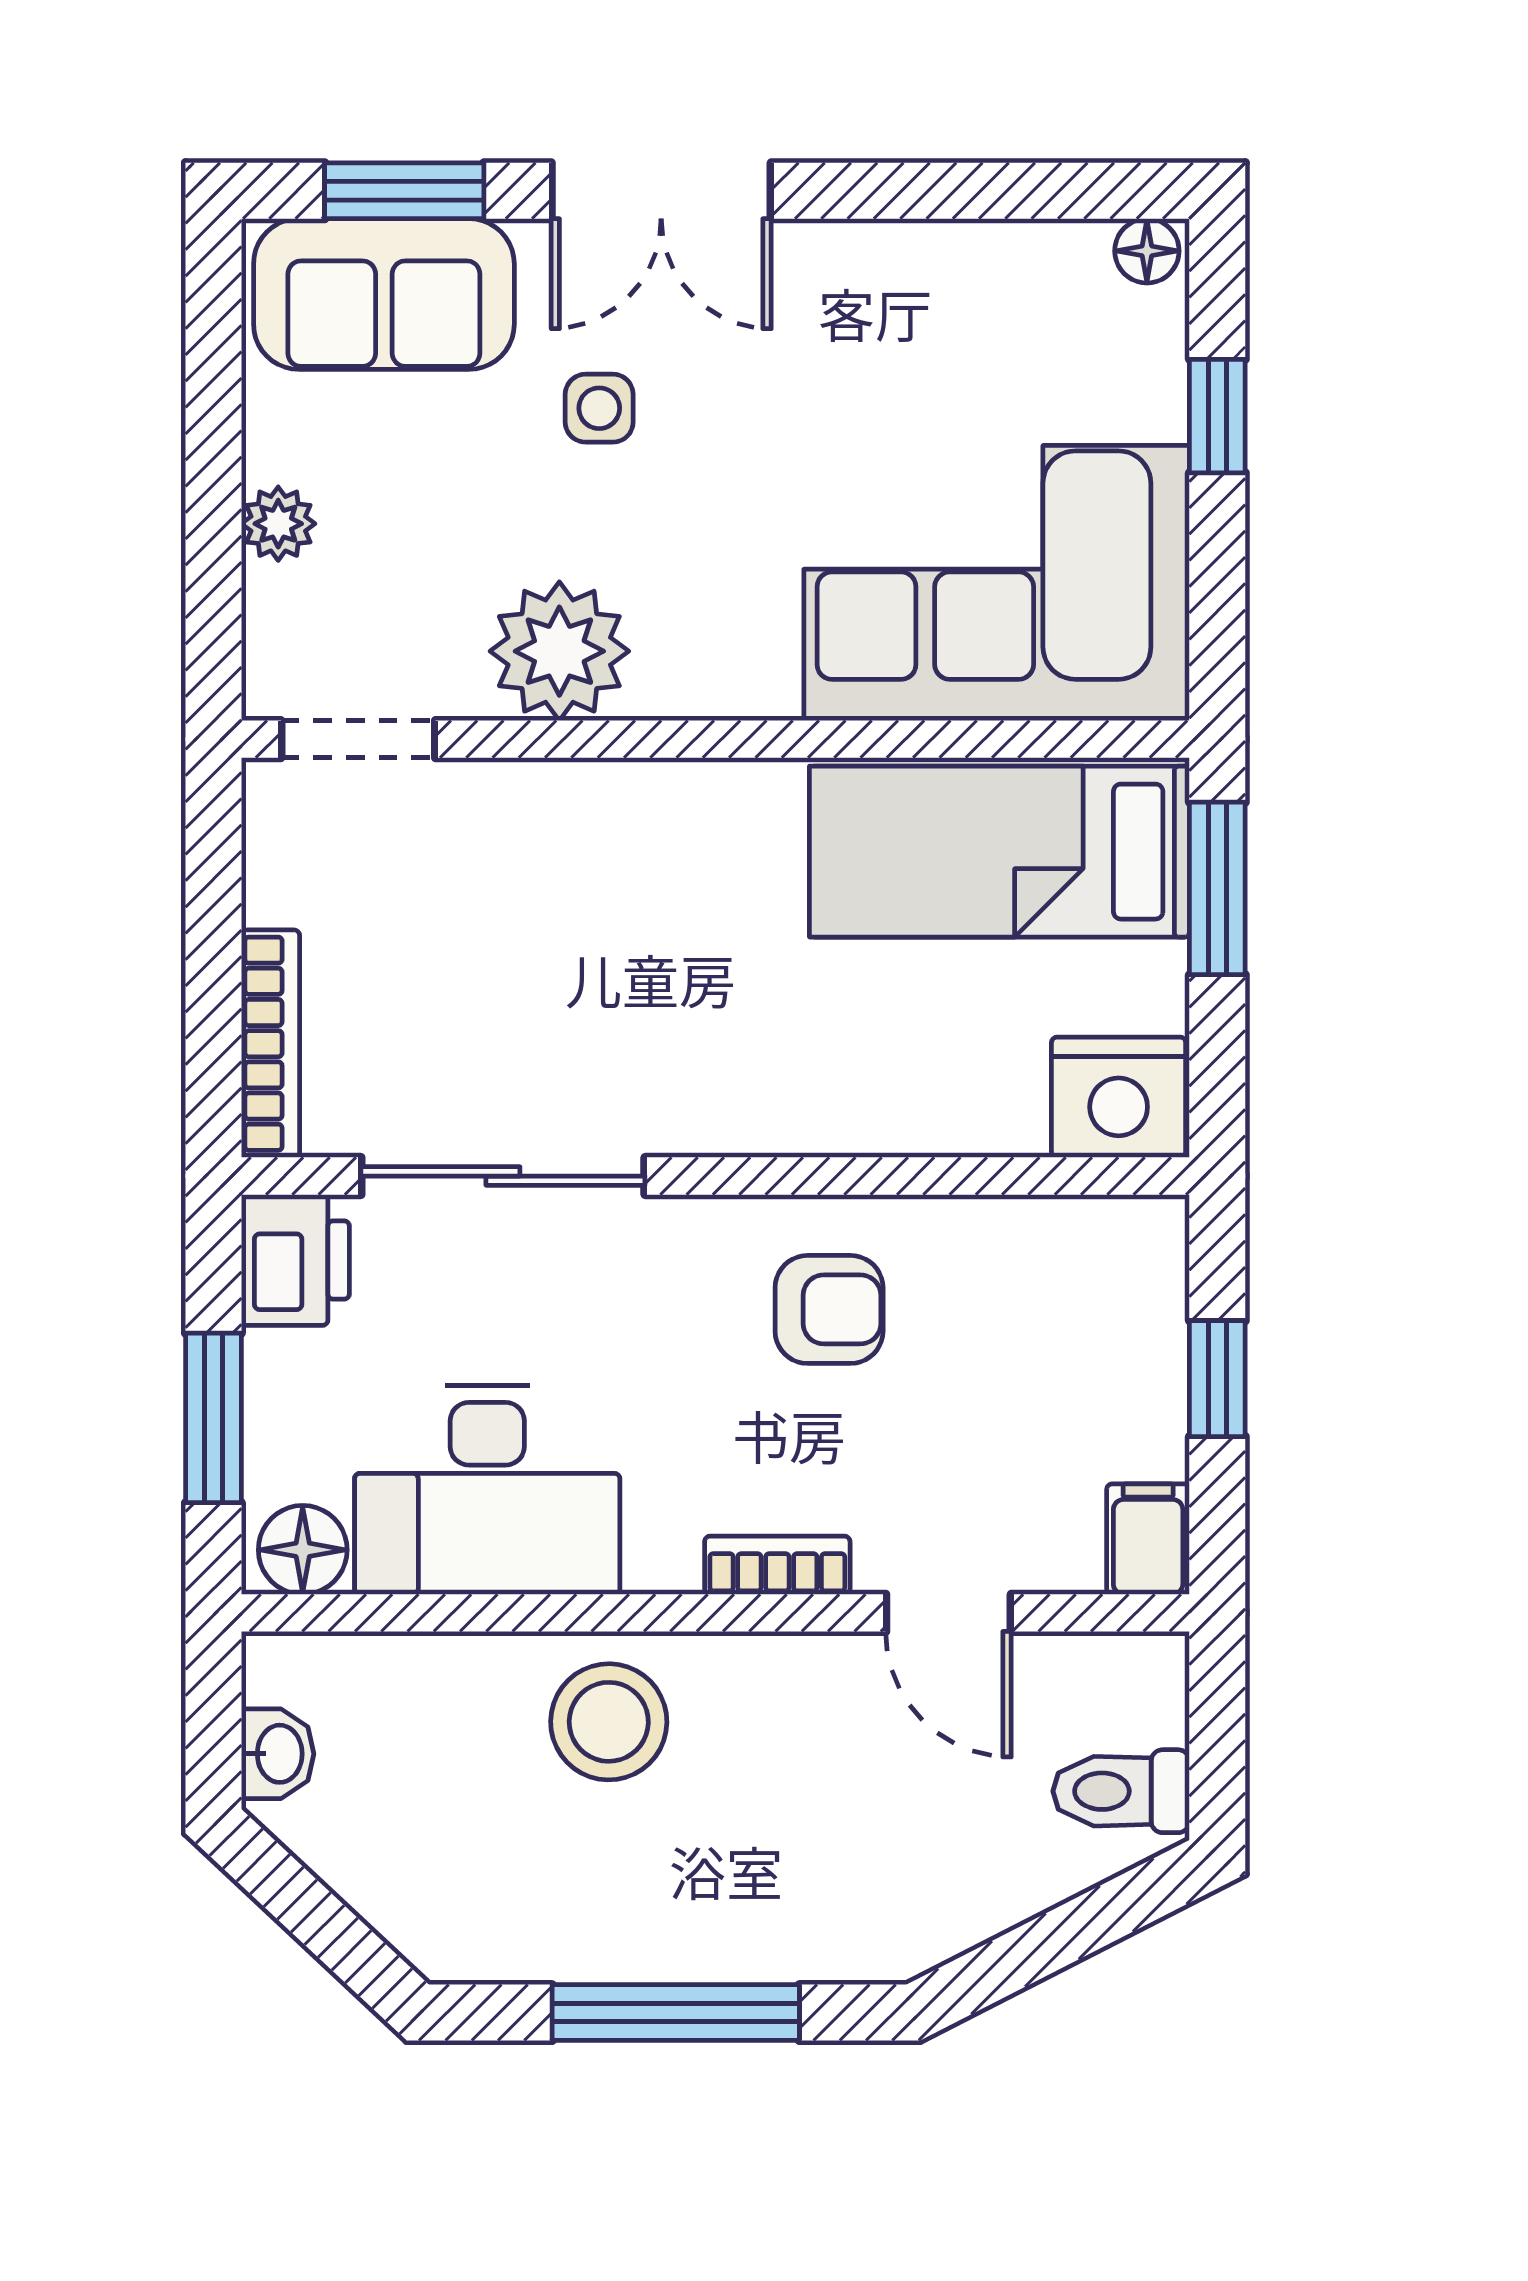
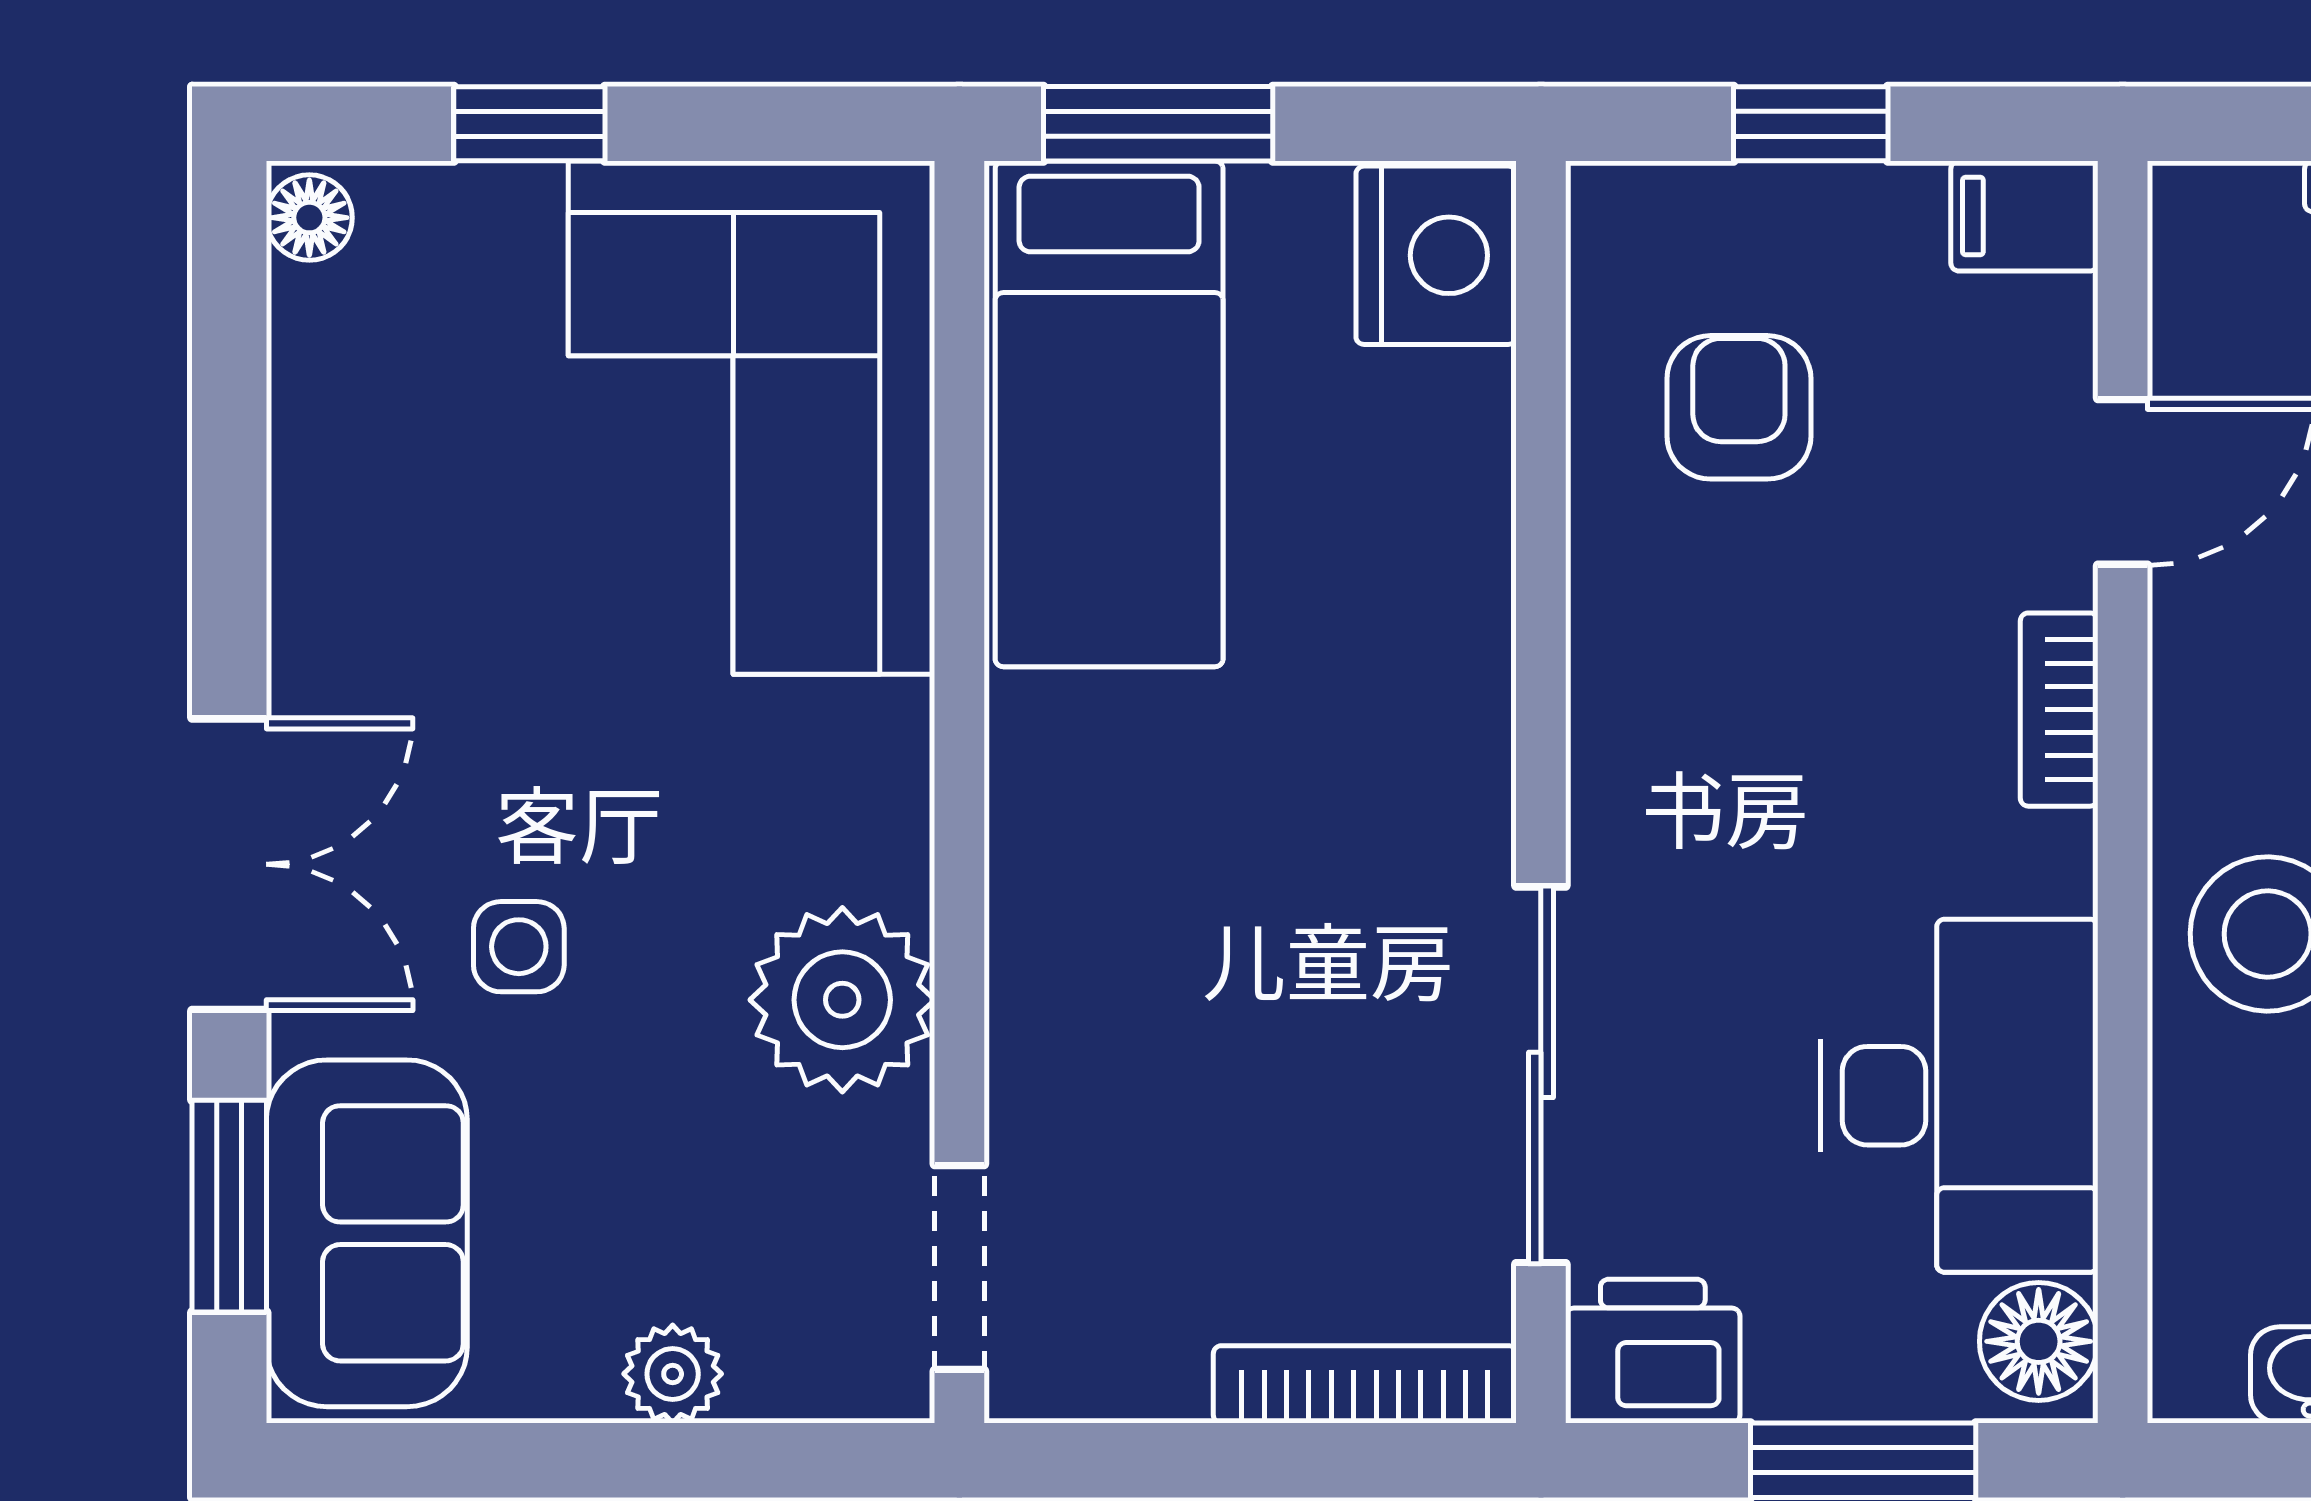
armchair: (829, 1309) -> (1739, 407), moved

